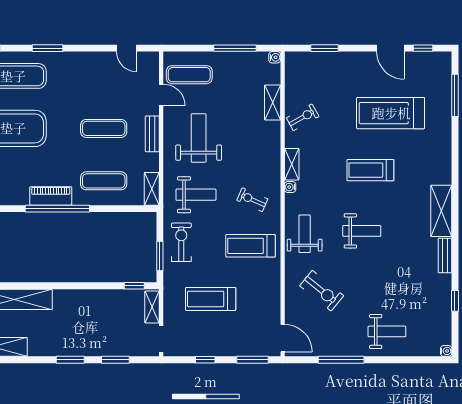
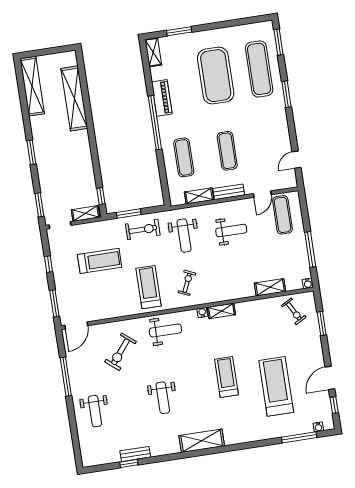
exercise bike: (303, 117) -> (294, 311), moved
weight bench: (199, 138) -> (231, 231), width x0.73, depth x0.75
shelving: (152, 189) -> (199, 196), moved
piano: (51, 196) -> (162, 98), moved
weight bench: (362, 231) -> (163, 398), moved
bench: (445, 256) -> (135, 454), moved
treadmill: (211, 299) -> (100, 261), turned 90
water cooler: (446, 351) -> (318, 427), moved
window: (115, 360) -> (39, 205), moved

